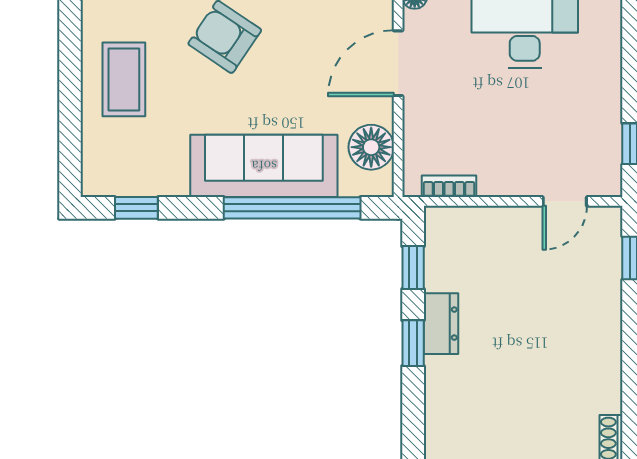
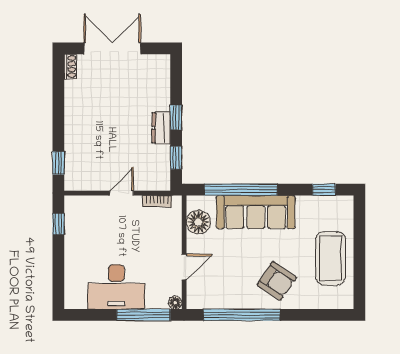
door: (398, 63) -> (184, 267), width x0.73
coffee table: (124, 79) -> (331, 258), width x1.36, depth x1.32
door: (565, 201) -> (121, 193), moved

